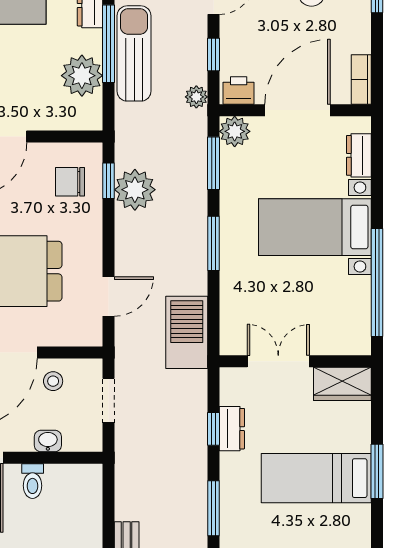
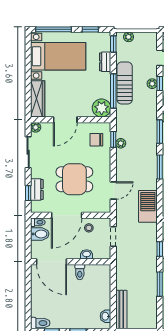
window: (108, 44) -> (113, 91), moved
plant: (82, 76) -> (102, 108), moved
plant: (196, 97) -> (152, 84), moved
plant: (135, 190) -> (121, 143), width x0.53, depth x0.53

